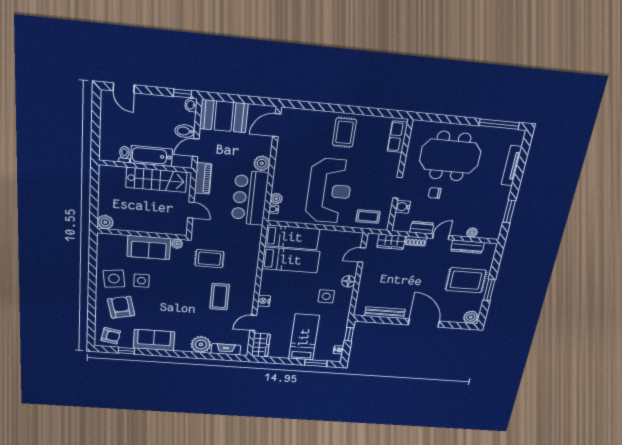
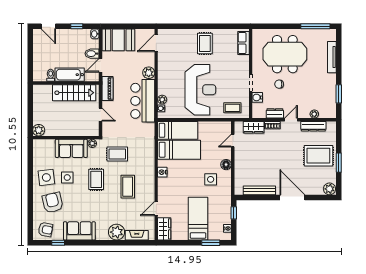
window: (182, 94) -> (77, 26), moved
rug: (179, 286) -> (96, 179), added
nightstand: (264, 301) -> (162, 172), moved

